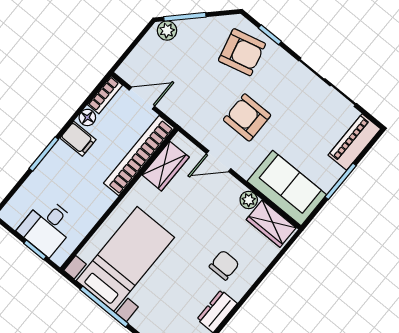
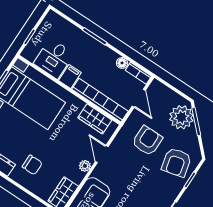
plant: (167, 31) -> (181, 117), width x1.88, depth x1.88
armchair: (247, 117) -> (147, 141), moved
filing cabinet: (78, 139) -> (70, 77), moved, turned 180
plant: (249, 200) -> (85, 166), moved
desk: (47, 227) -> (54, 59), moved, turned -90

